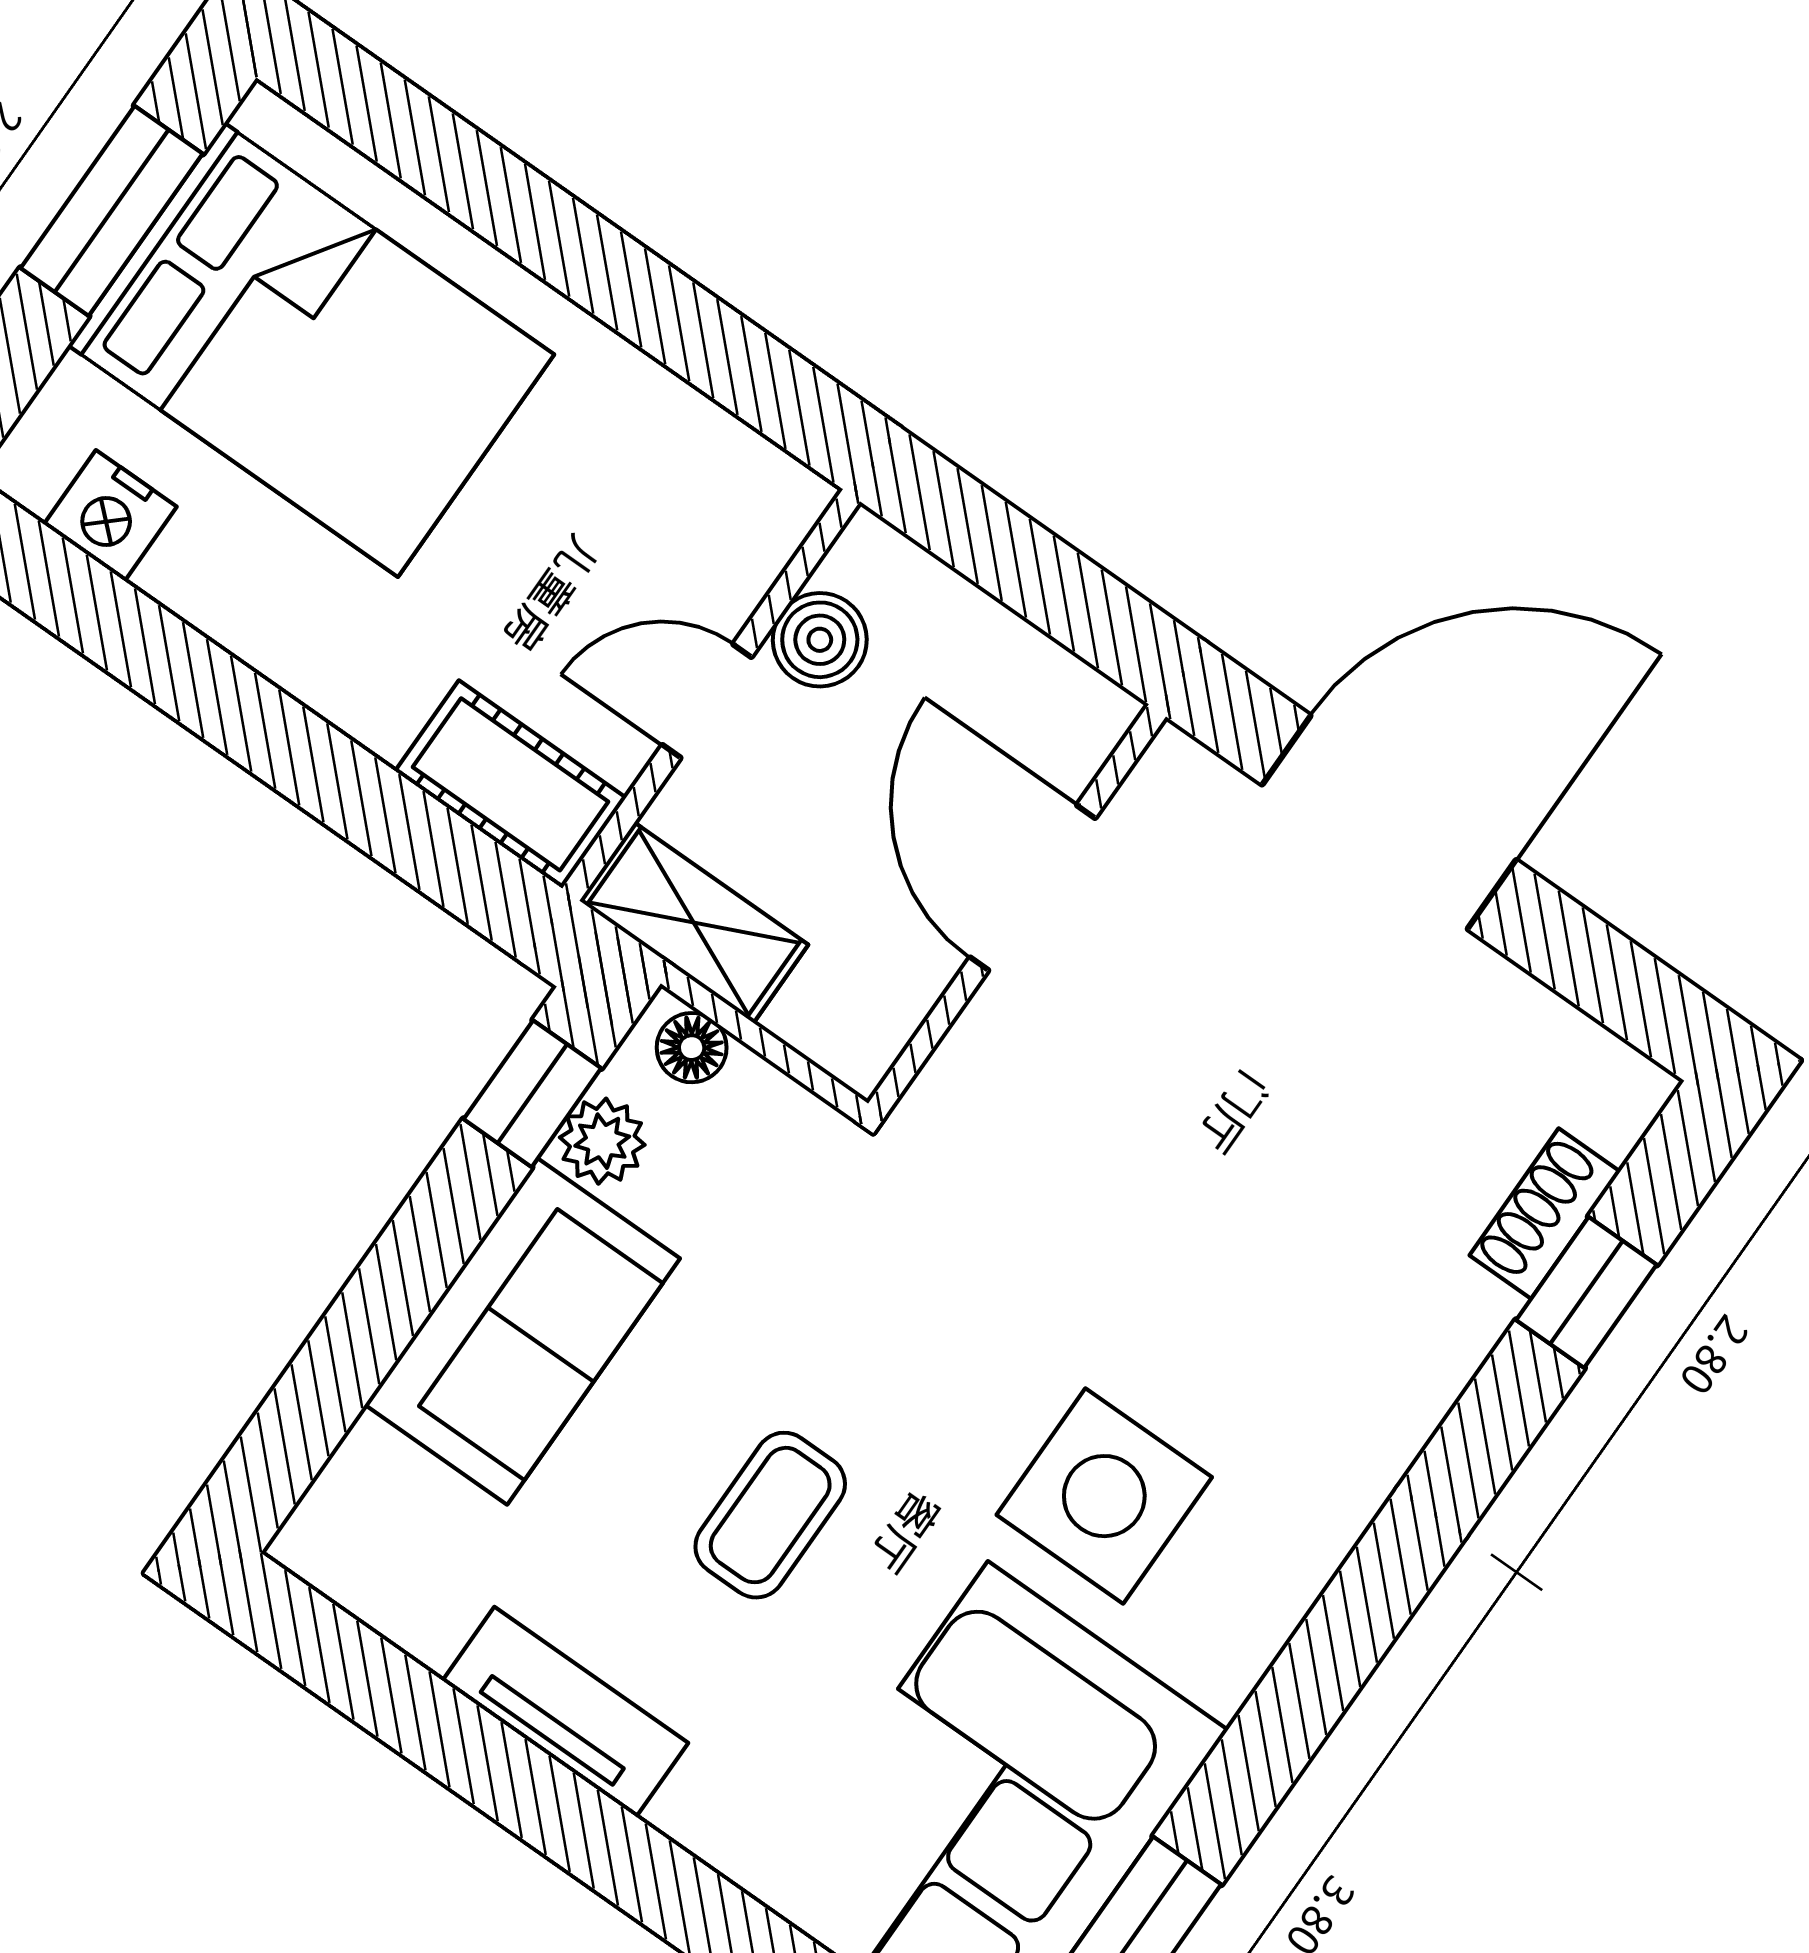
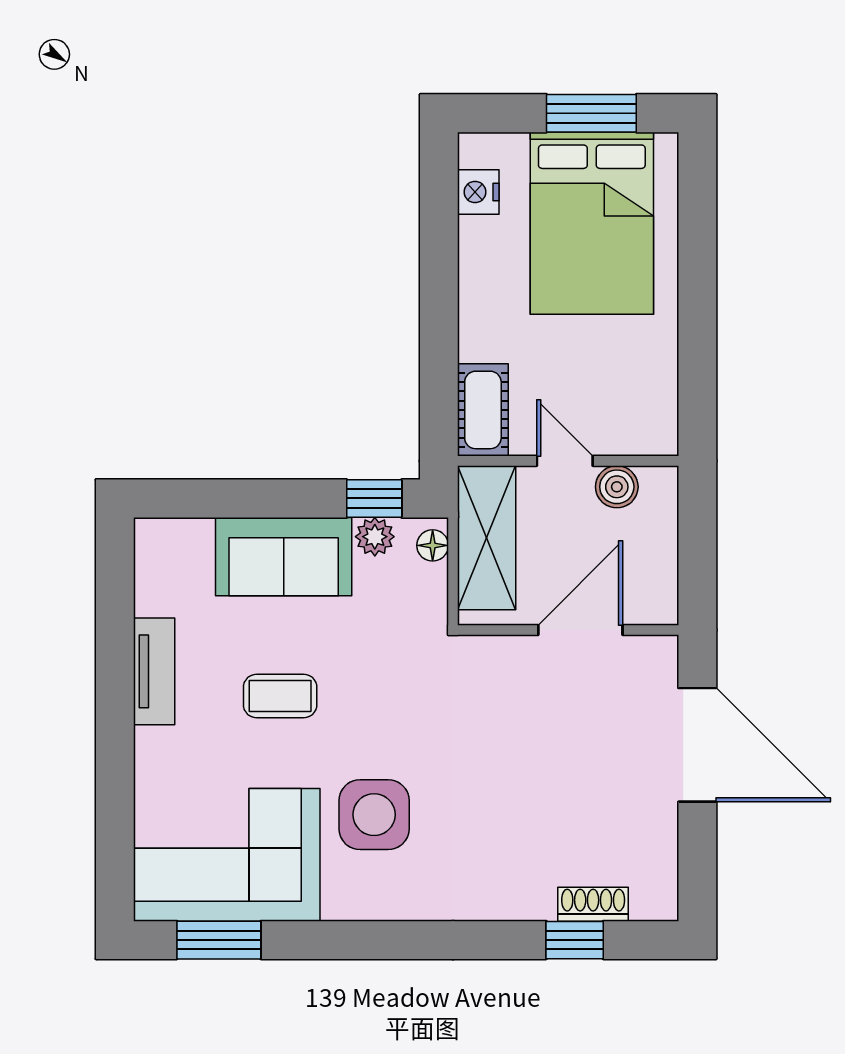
shelving: (694, 923) -> (487, 538), width x1.50, depth x1.33

